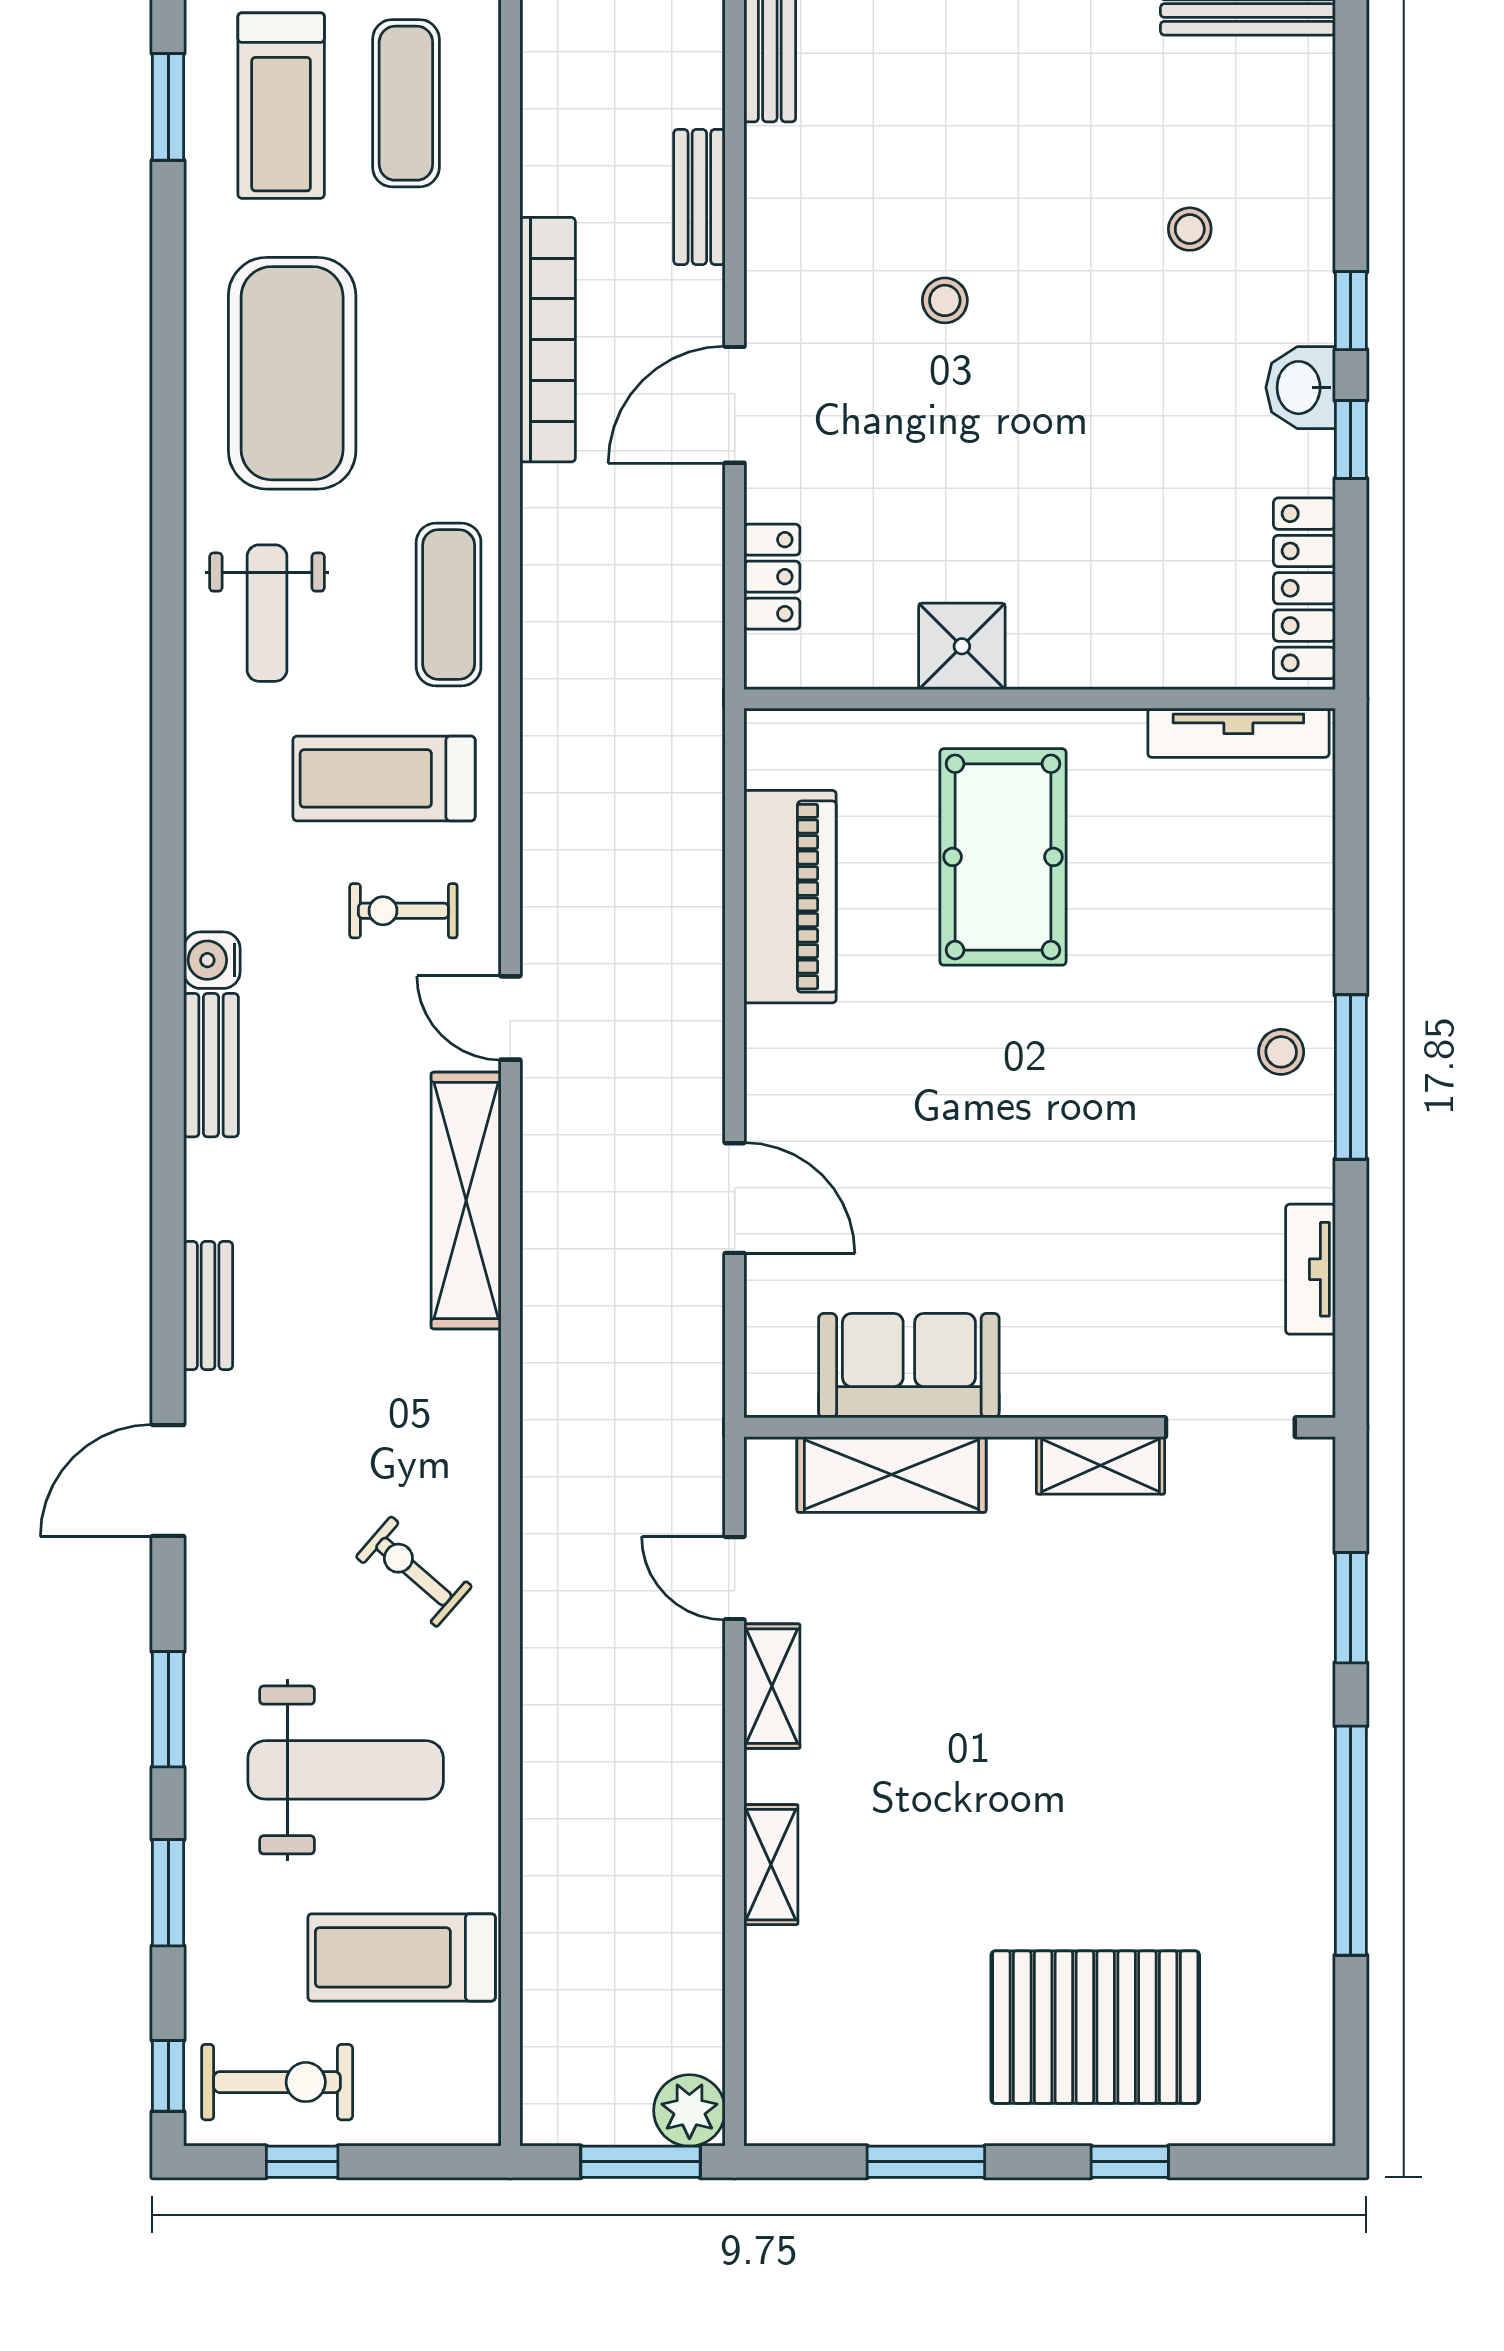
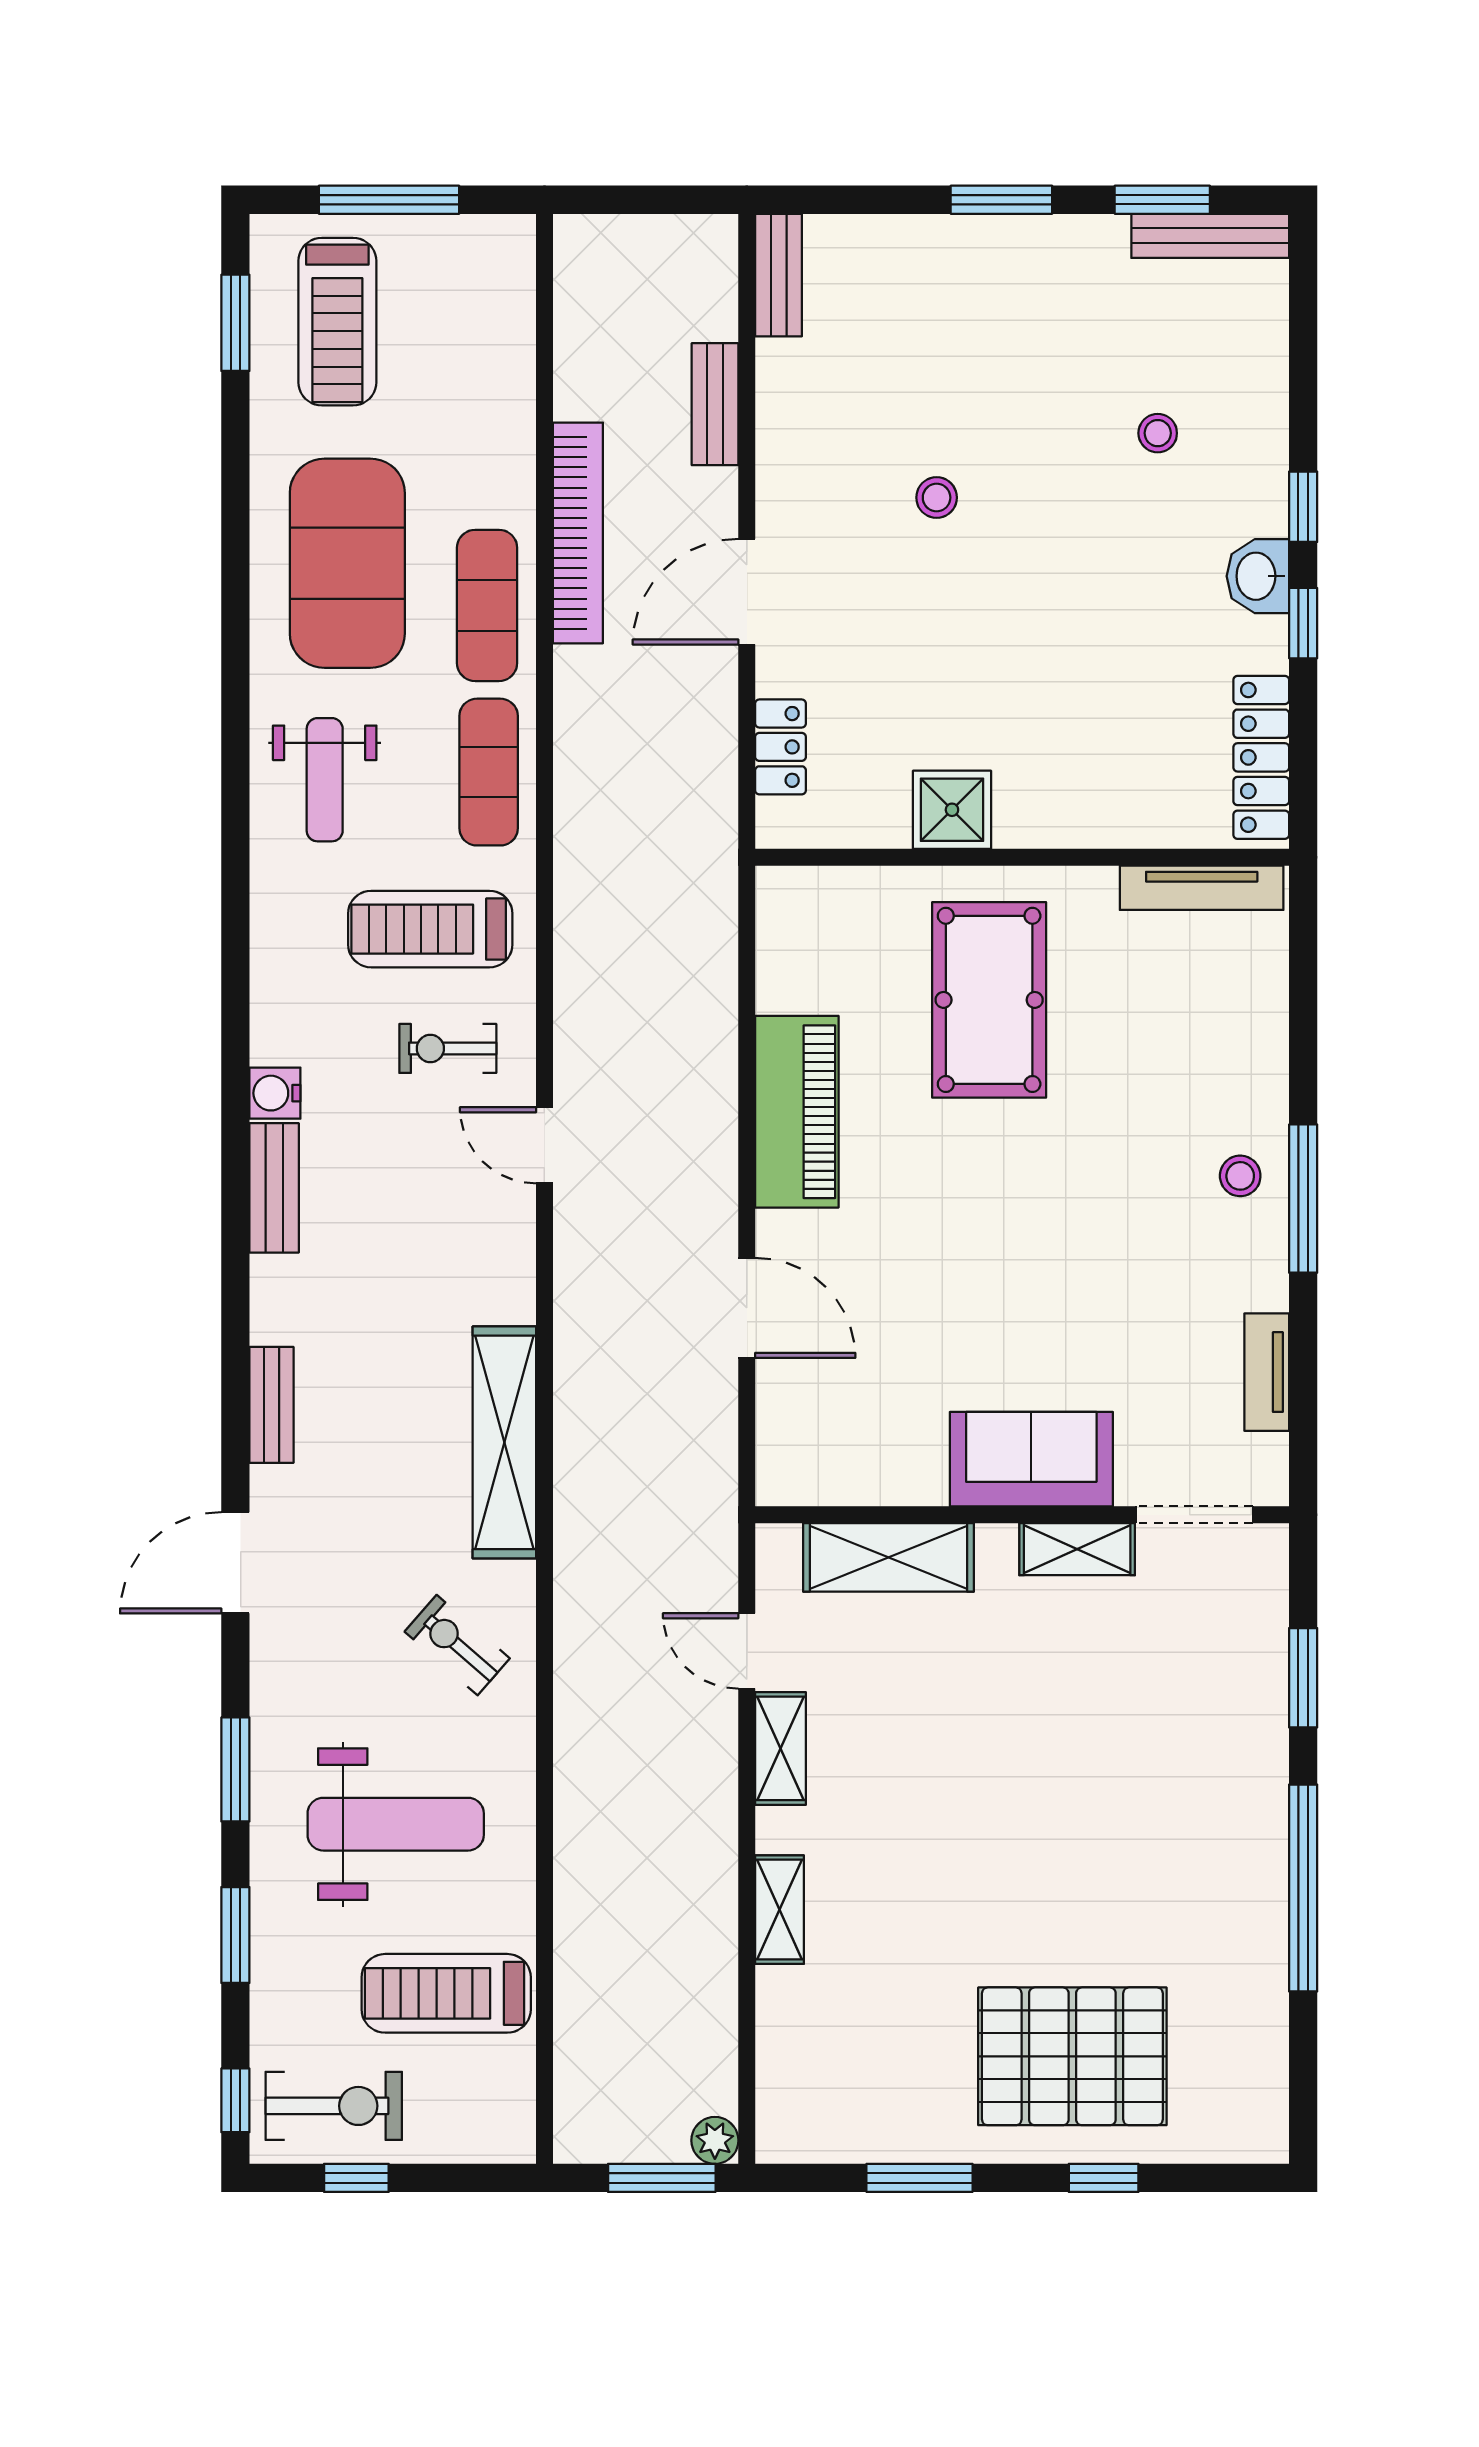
exercise mat: (406, 103) -> (487, 605), moved
piano: (790, 897) -> (797, 1112), moved
shelving: (466, 1200) -> (504, 1442), moved
sofa: (909, 1366) -> (1031, 1459), moved
plant: (689, 2110) -> (715, 2140), width x0.73, depth x0.73

